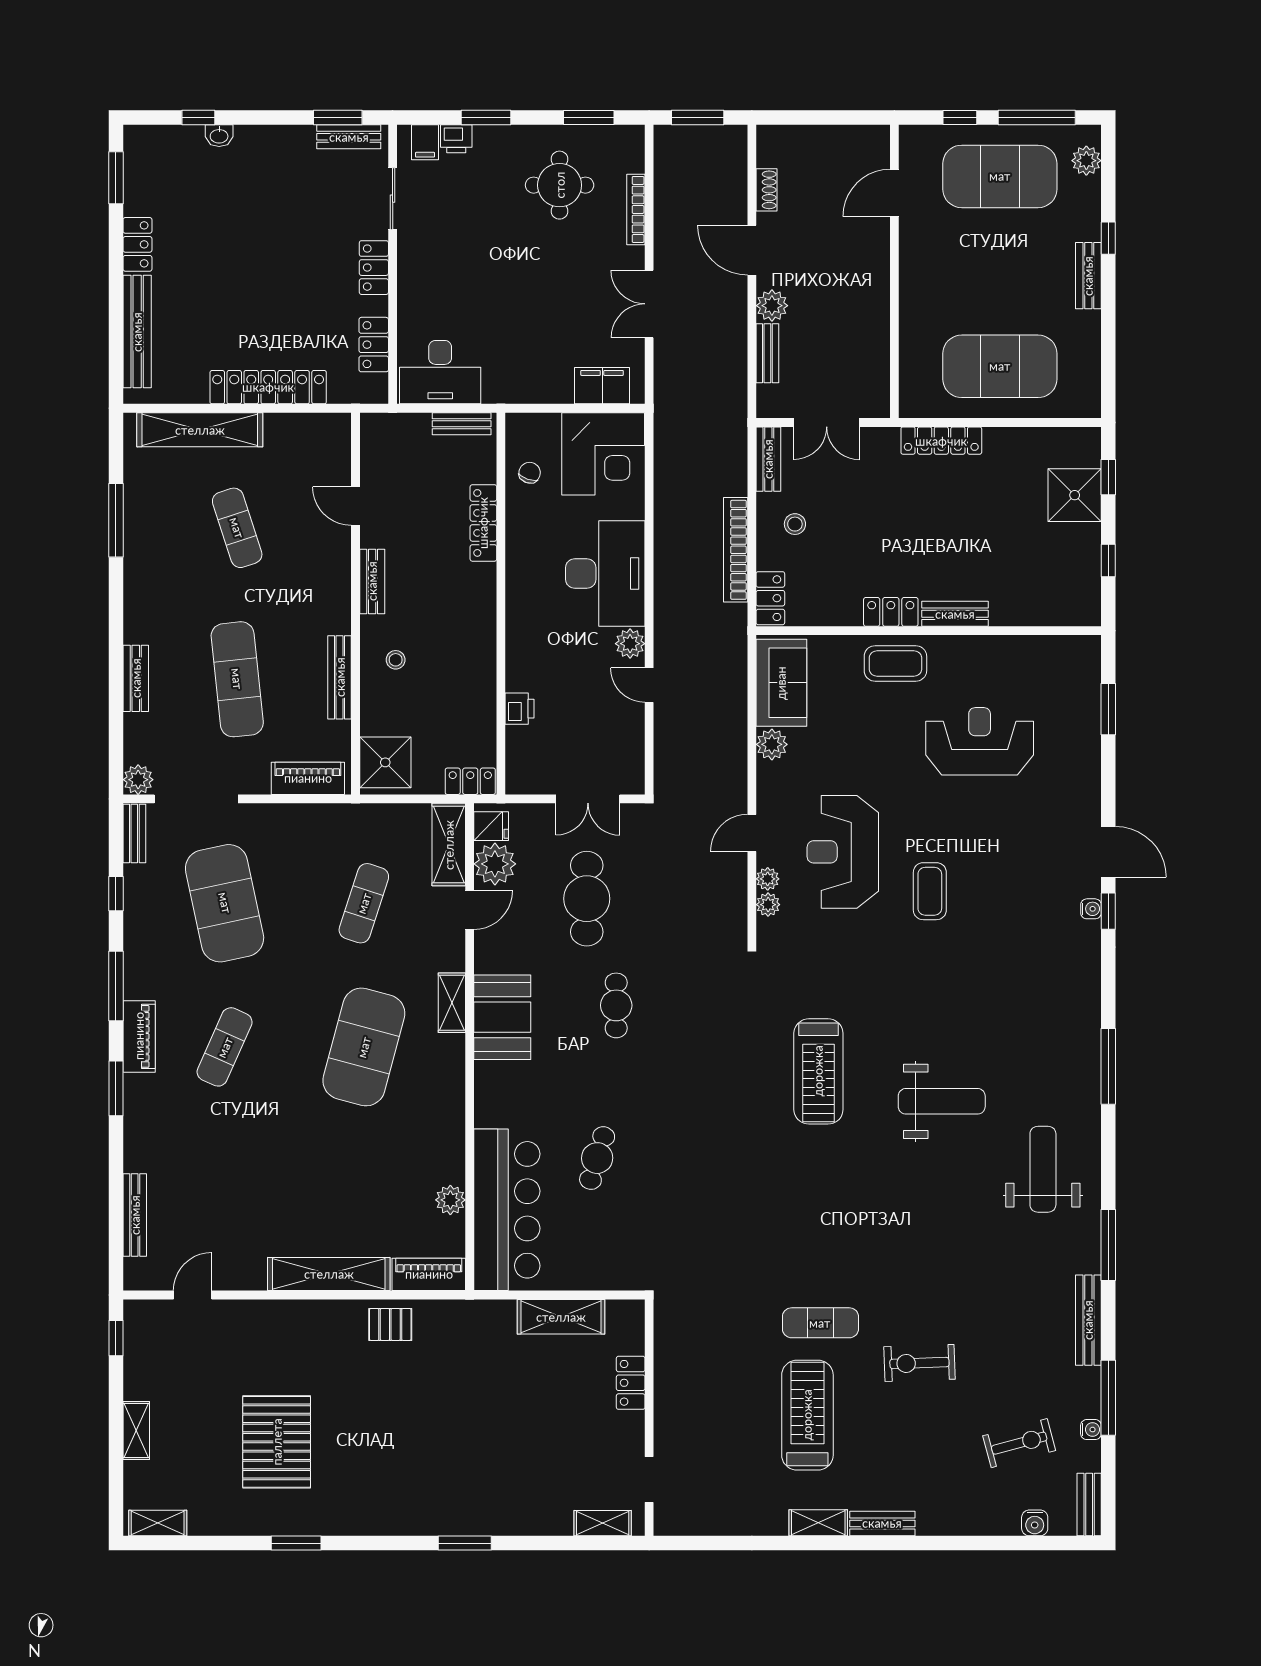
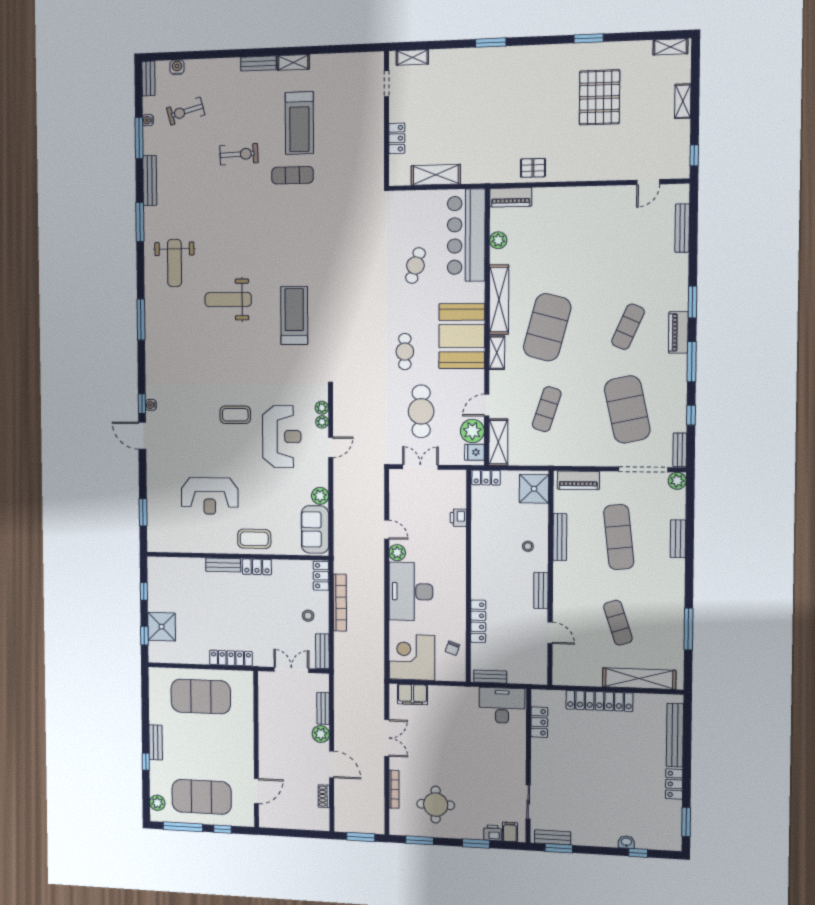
locker: (374, 268) -> (539, 765), removed
coffee table: (930, 891) -> (235, 415), turned 90
booth: (502, 1017) -> (462, 336), width x1.36, depth x1.42
shelving: (329, 1274) -> (499, 300), moved, turned 90

